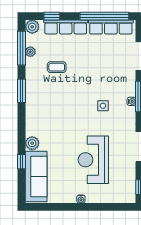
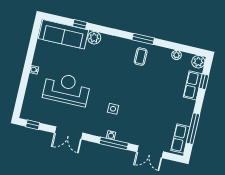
window: (104, 16) -> (193, 129), width x0.68
row of seats: (66, 27) -> (193, 85), width x0.68
row of seats: (111, 27) -> (180, 139), width x0.68
window: (21, 48) -> (181, 48), removed
coffee table: (57, 67) -> (141, 57), moved

